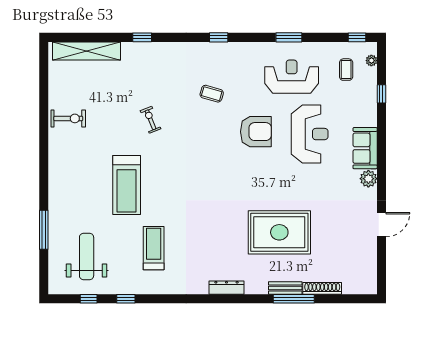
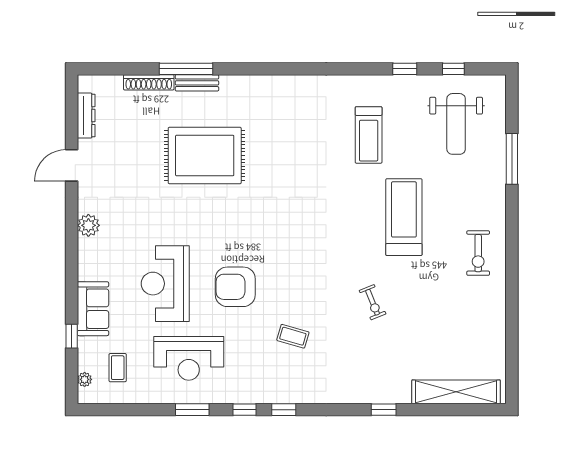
window: (357, 37) -> (244, 410), moved
exercise bike: (68, 118) -> (478, 253), moved, turned -90
sofa: (365, 148) -> (93, 309), moved
dresser: (226, 288) -> (86, 116), moved, turned -90

